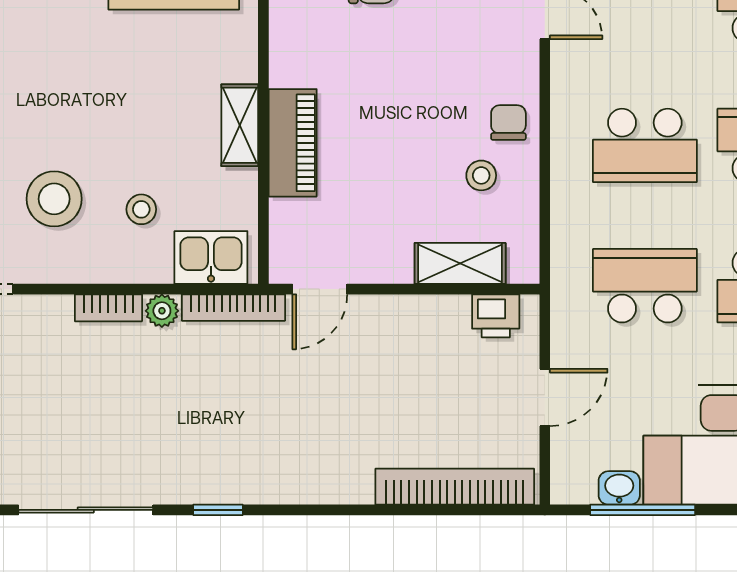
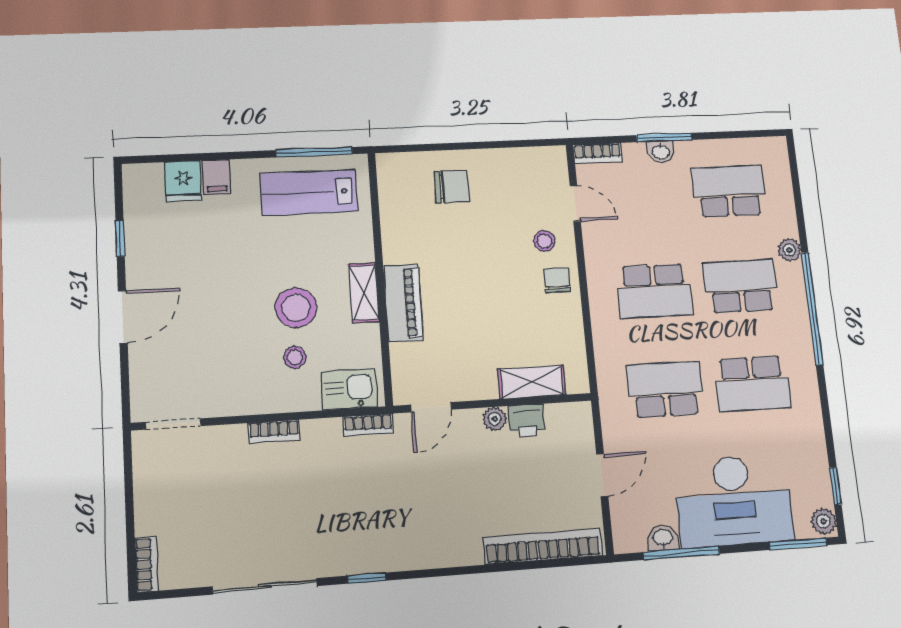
stool: (481, 175) -> (545, 241), moved
stool: (54, 199) -> (296, 308), moved
bookcase: (233, 308) -> (368, 425), width x0.64
plant: (162, 311) -> (495, 419), moved
printer: (496, 316) -> (527, 420), moved

